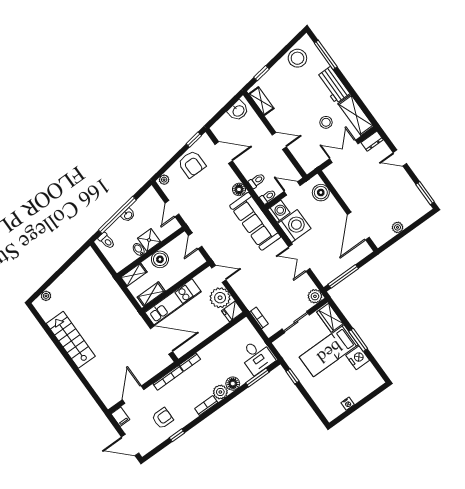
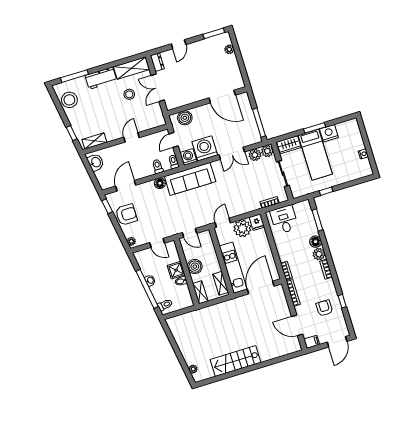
plant: (397, 227) -> (229, 49), moved
plant: (306, 284) -> (255, 155), added
desk: (257, 357) -> (284, 220), moved, turned -90

